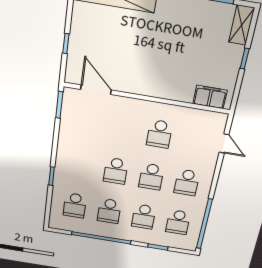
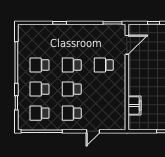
filing cabinet: (210, 97) -> (135, 106), moved
school desk: (159, 134) -> (104, 65), moved
door: (224, 144) -> (93, 131), moved
school desk: (75, 205) -> (40, 41), removed

